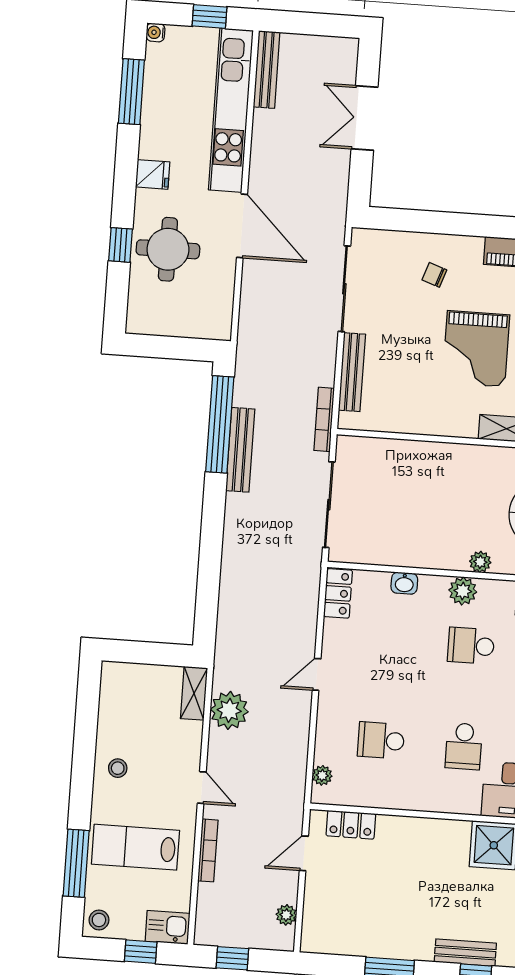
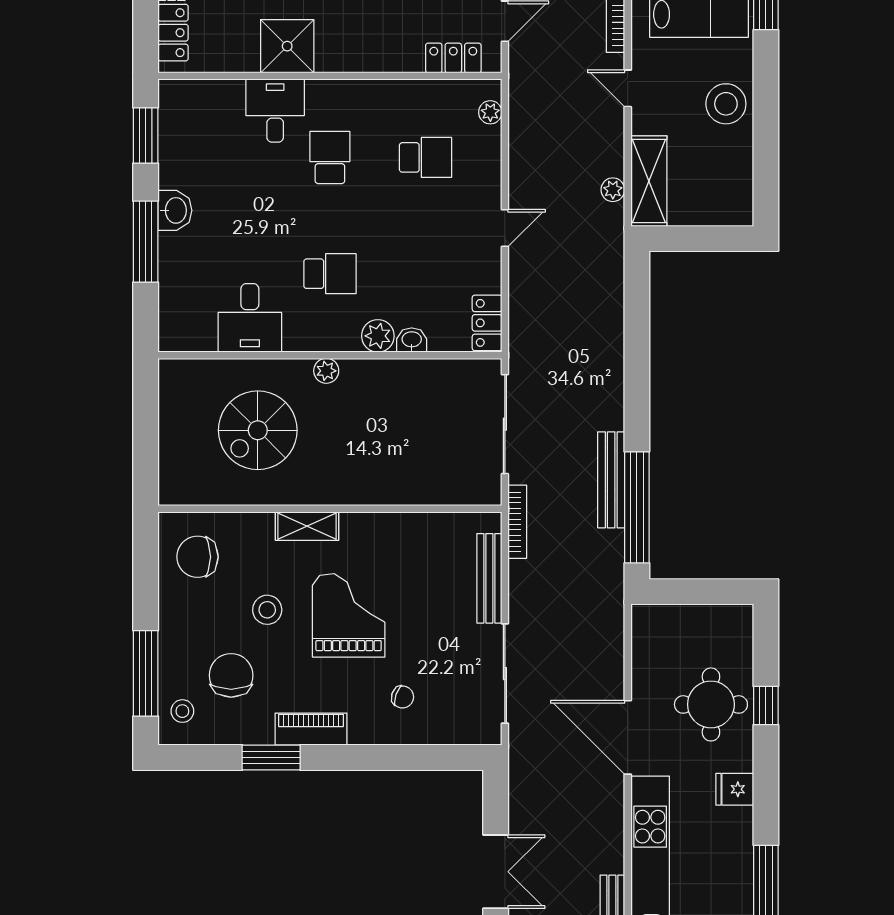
plant: (463, 591) -> (378, 336), moved
shelving: (194, 693) -> (649, 181), width x1.50, depth x1.33
plant: (229, 710) -> (613, 190), width x0.53, depth x0.53
stool: (118, 768) -> (726, 104), width x1.89, depth x1.89

